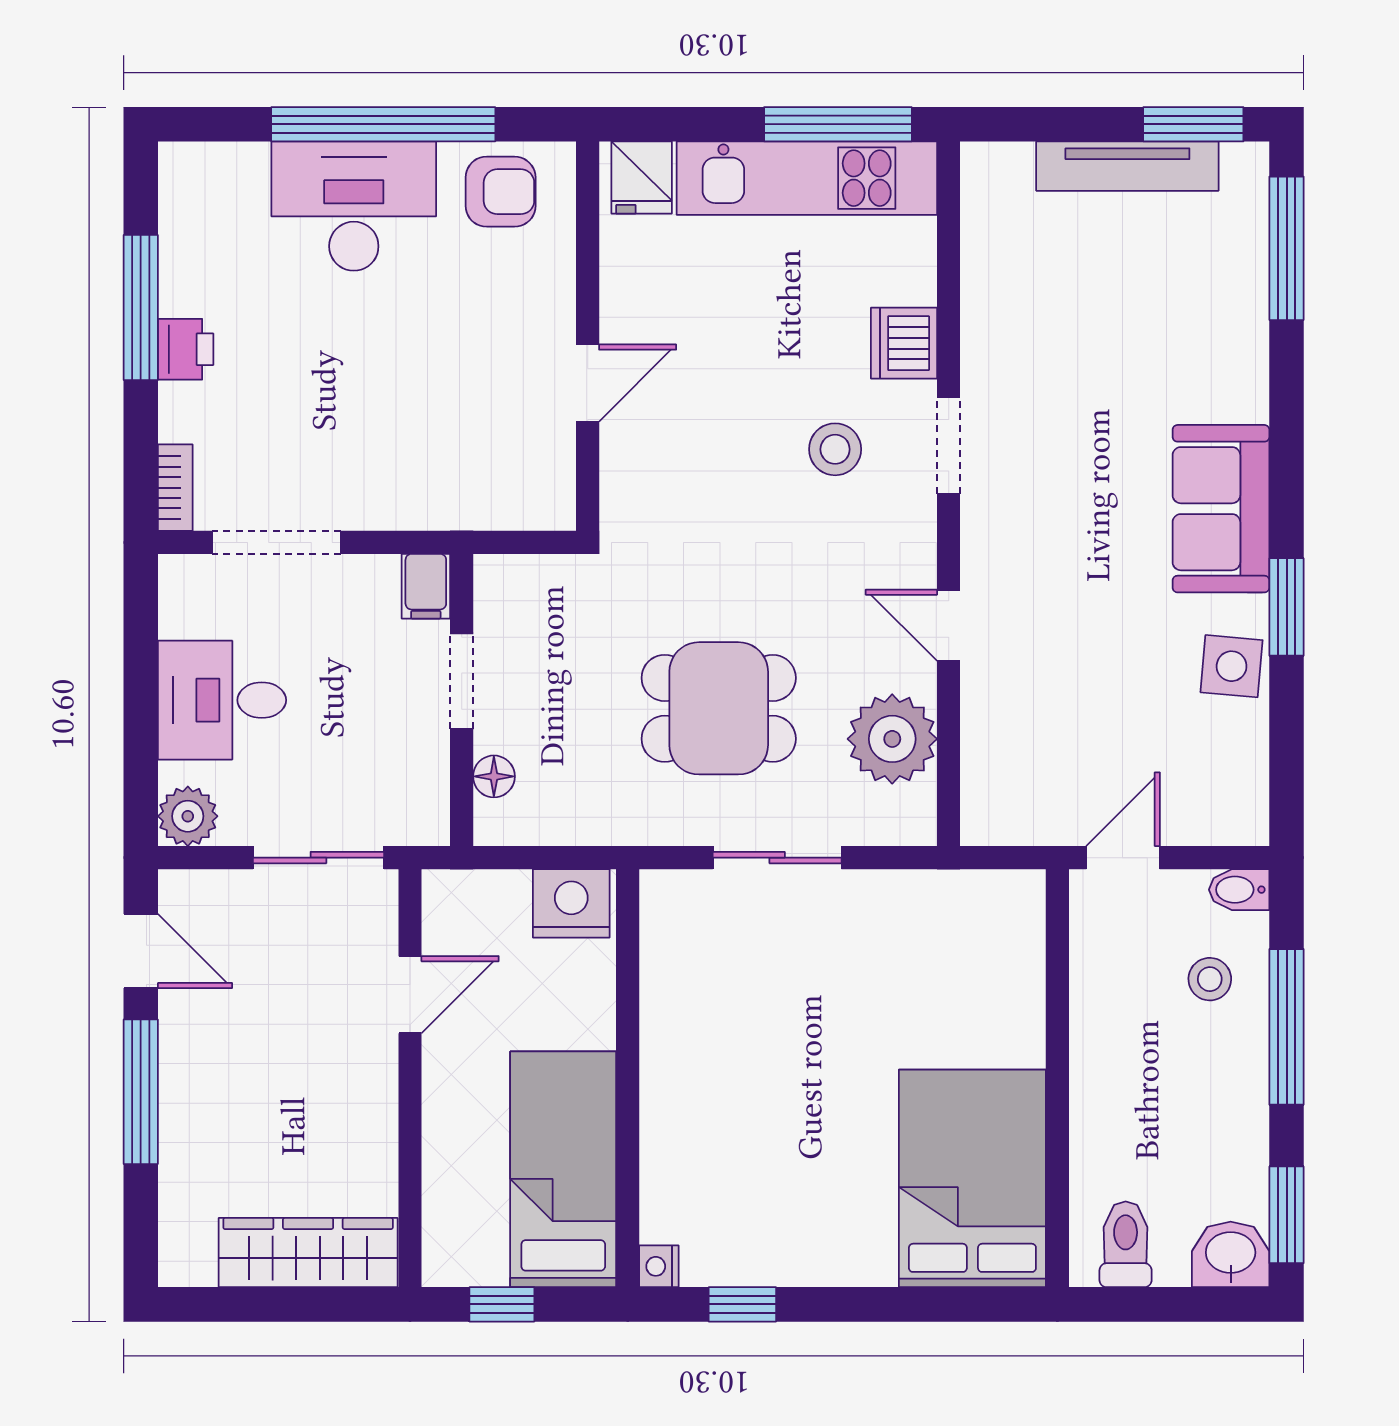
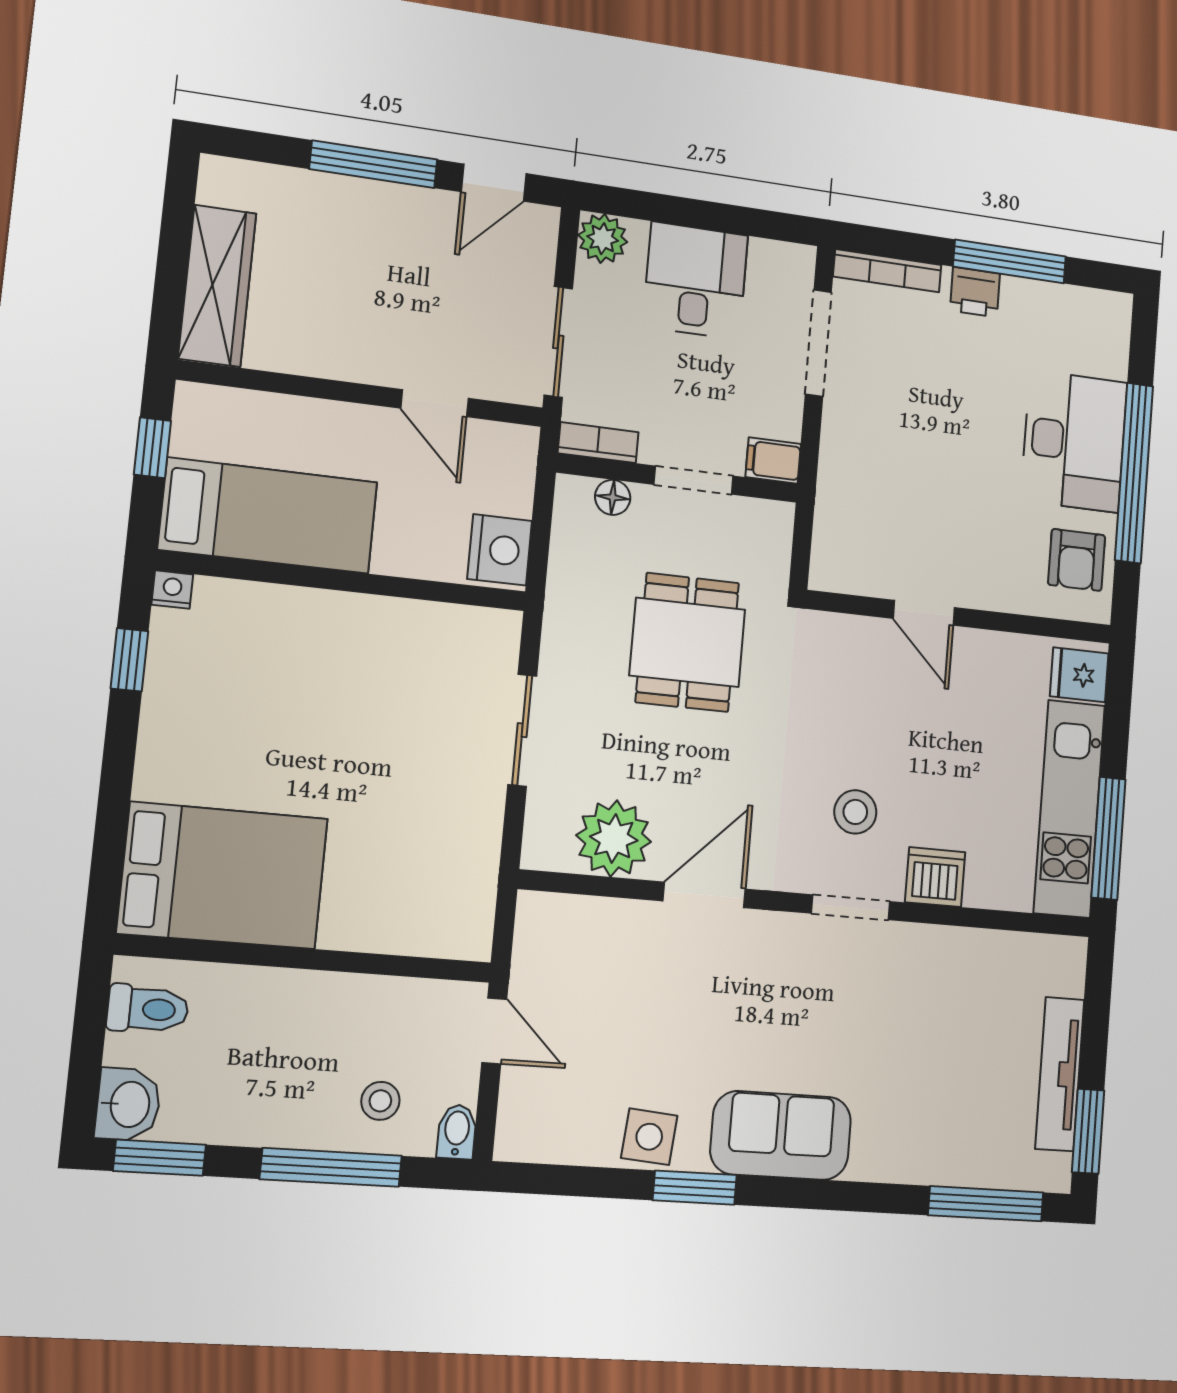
bookcase: (175, 488) -> (887, 271), width x1.56
door: (949, 625) -> (704, 895), width x1.38
dining table: (719, 708) -> (687, 642), moved
bookcase: (431, 799) -> (598, 443), added

